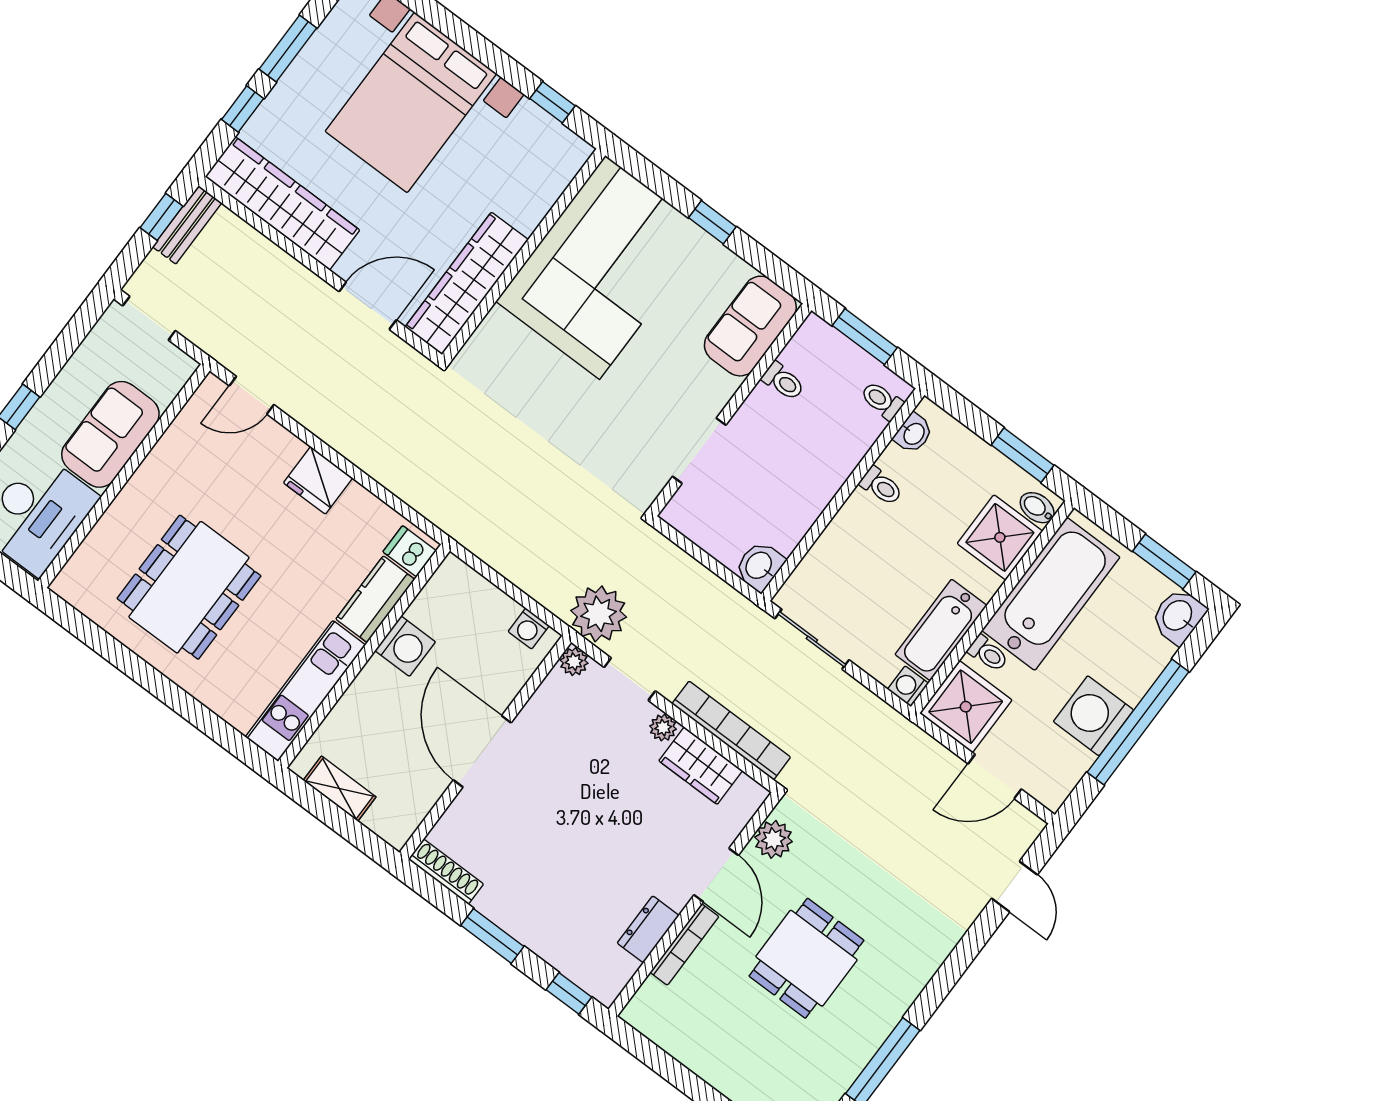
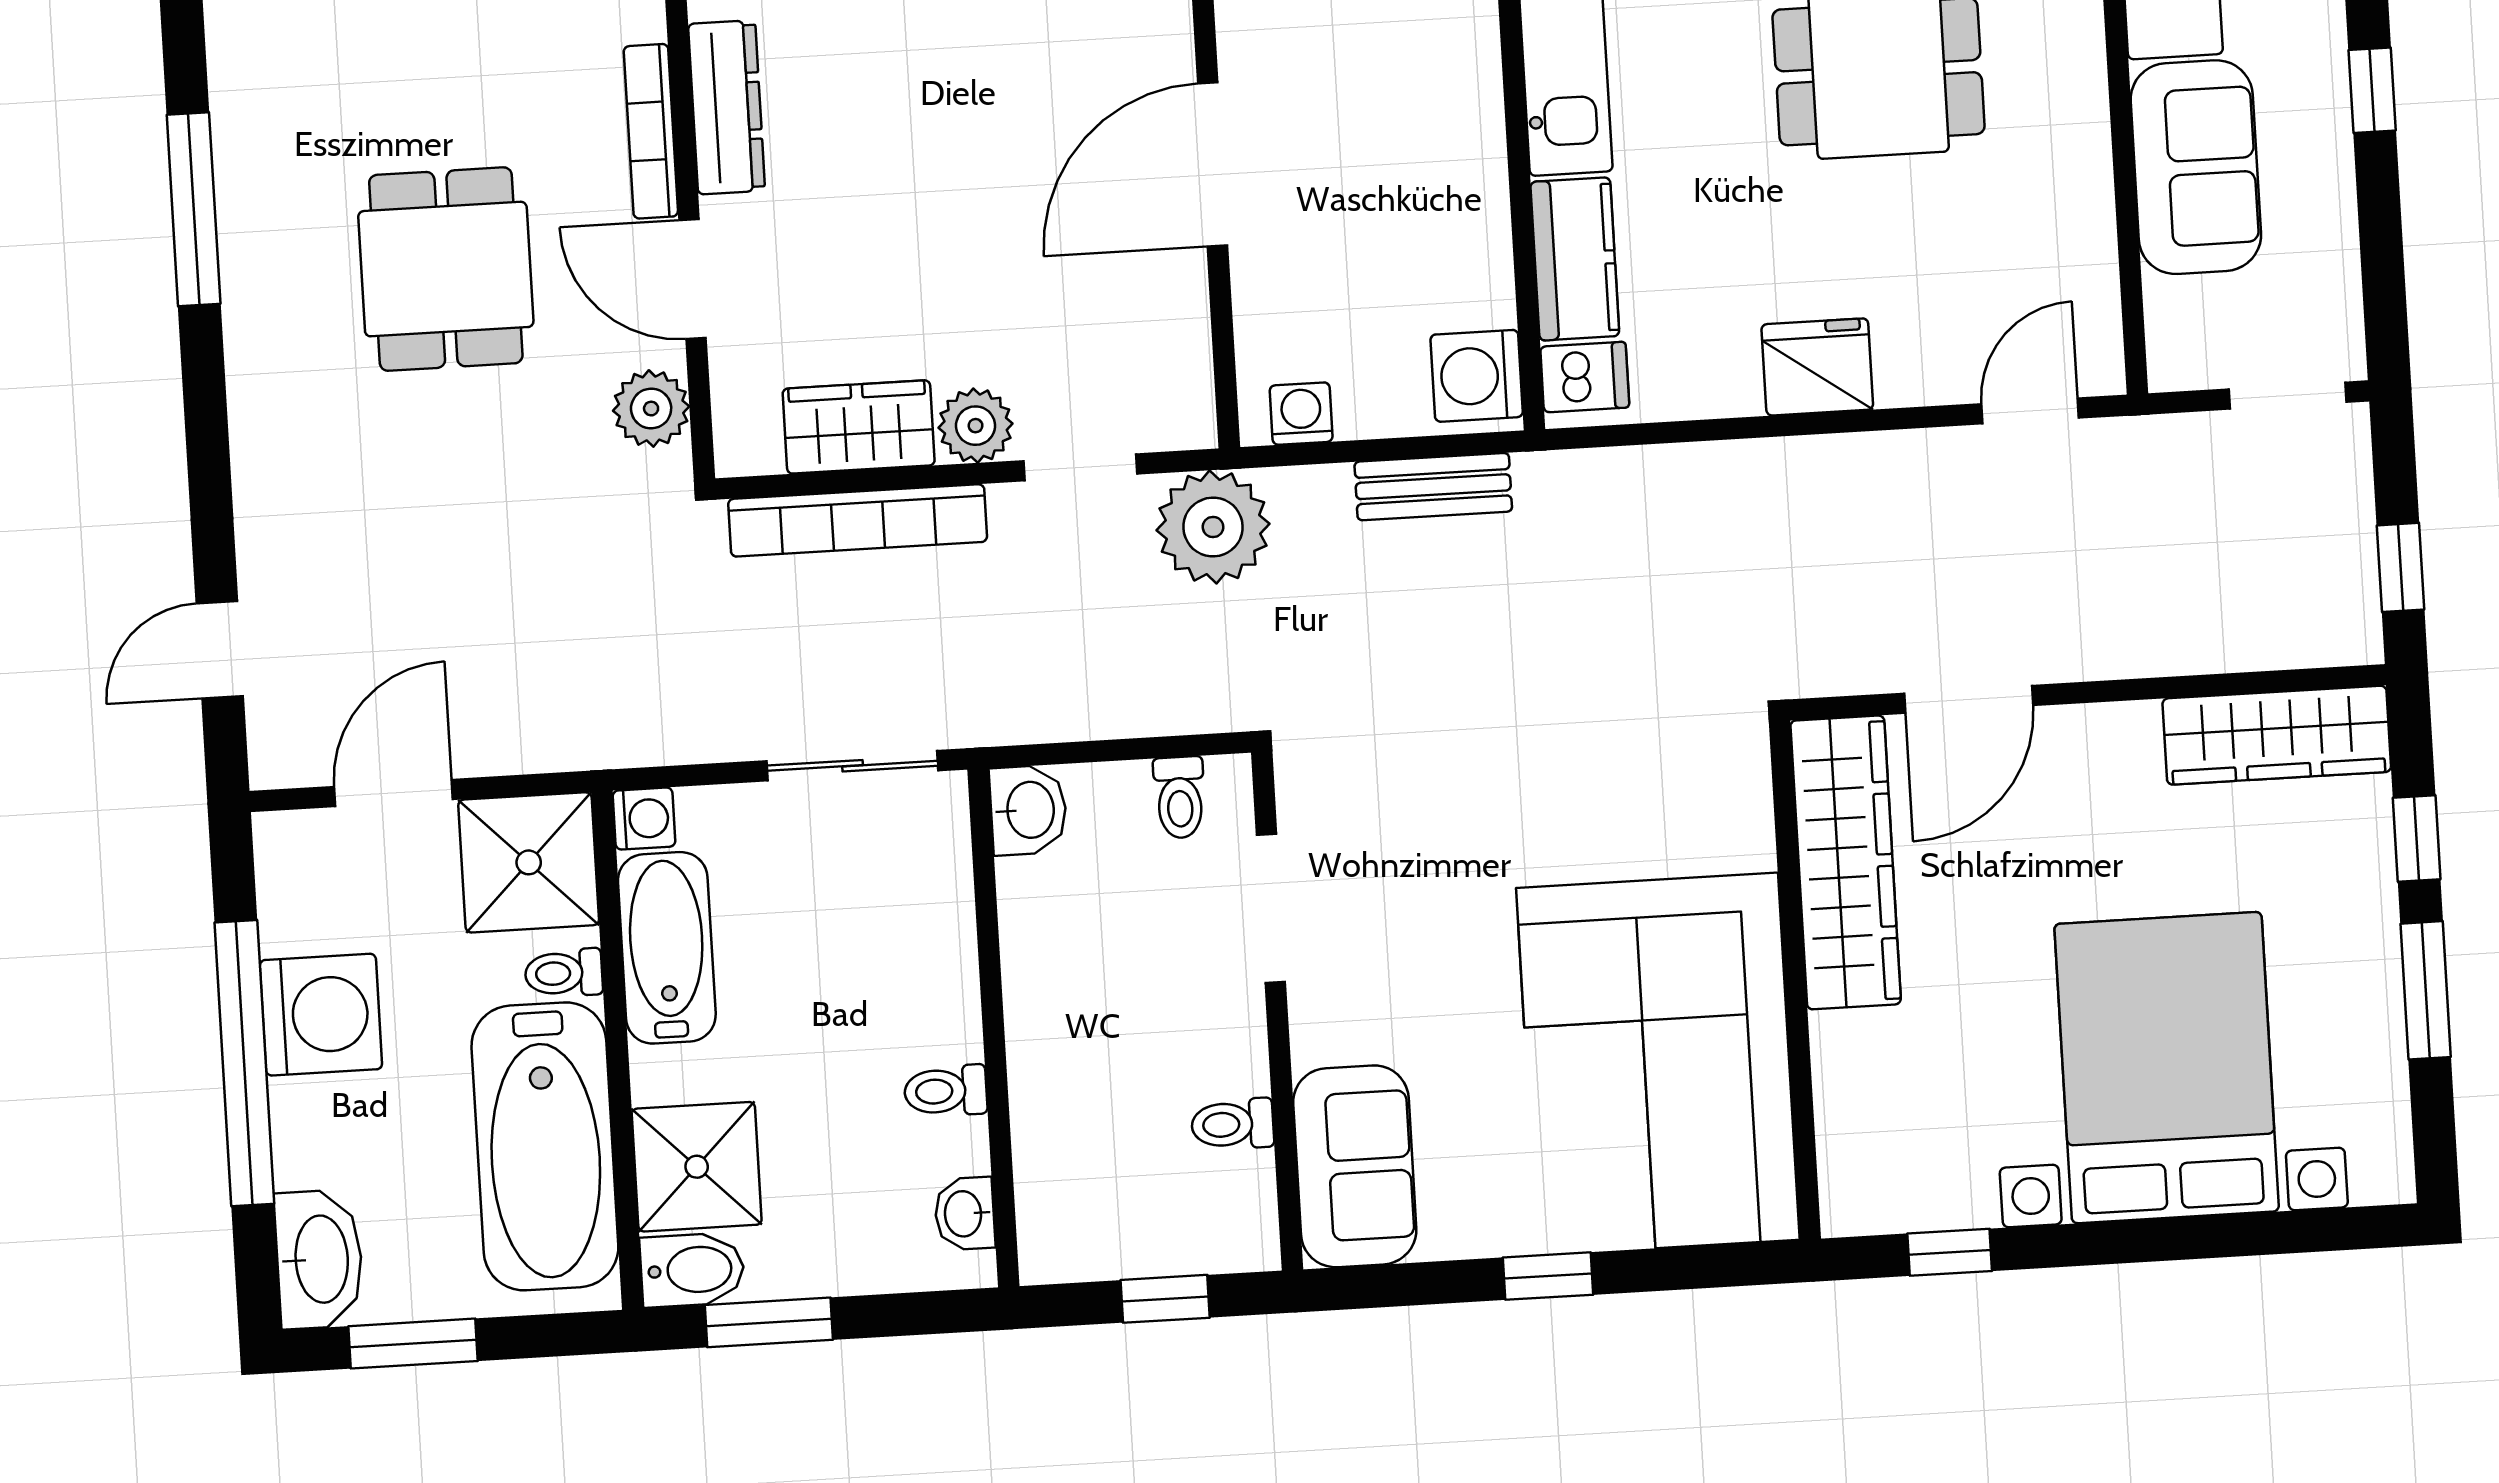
wardrobe: (282, 203) -> (2277, 735), width x0.71, depth x0.85
bench: (187, 225) -> (1433, 487), moved, turned 90
window: (865, 337) -> (1165, 1299), width x0.67
toilet: (882, 400) -> (1180, 797), moved, turned 90
bidet: (1037, 508) -> (692, 1270), width x1.38, depth x1.36
washbasin: (1178, 616) -> (319, 1259), width x1.38
washing machine: (405, 646) -> (1477, 376), moved
plant: (574, 662) -> (1189, 422), removed
plant: (663, 728) -> (976, 426), width x1.38, depth x1.38
door: (482, 751) -> (1213, 165), swing flipped
door: (1015, 887) -> (220, 650), hinge flipped
dresser: (648, 929) -> (727, 107), width x1.44

